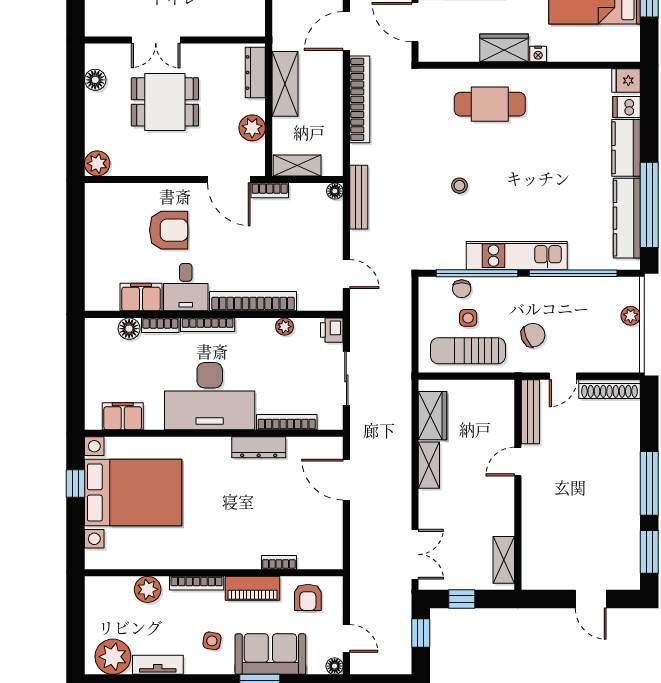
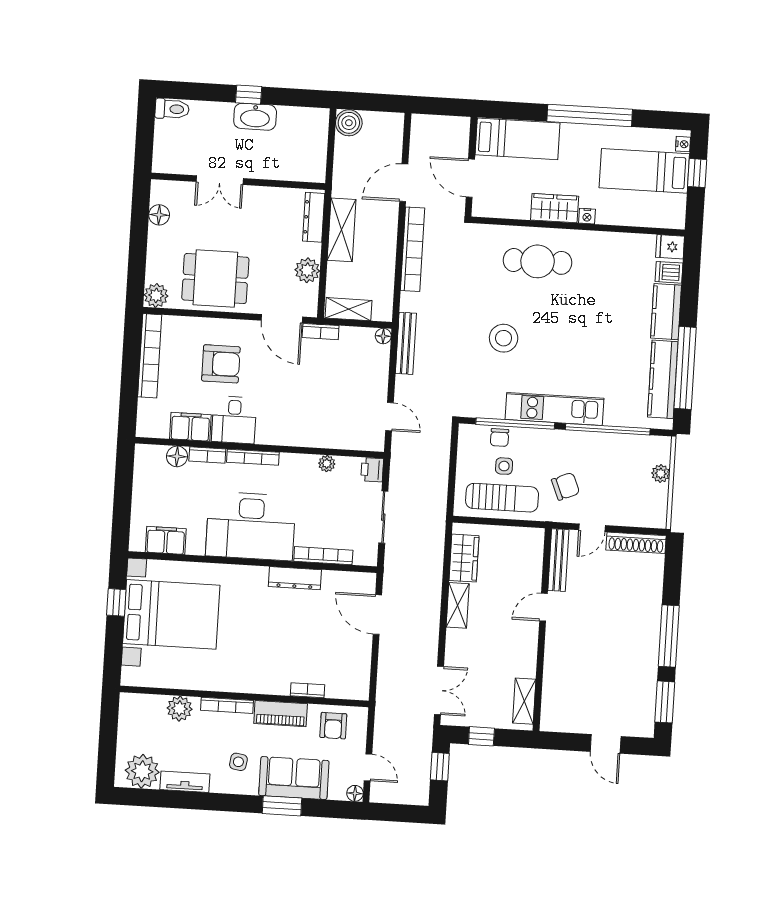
dining table: (165, 102) -> (215, 279), moved
stool: (459, 186) -> (504, 338), width x1.89, depth x1.89
bookcase: (253, 301) -> (150, 356), moved, turned 90
sun lounger: (468, 351) -> (502, 498), turned 180

